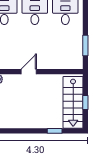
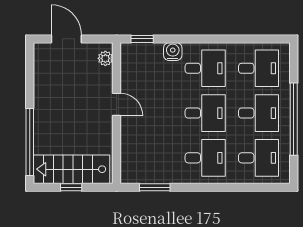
window: (55, 131) -> (30, 142), width x3.17

